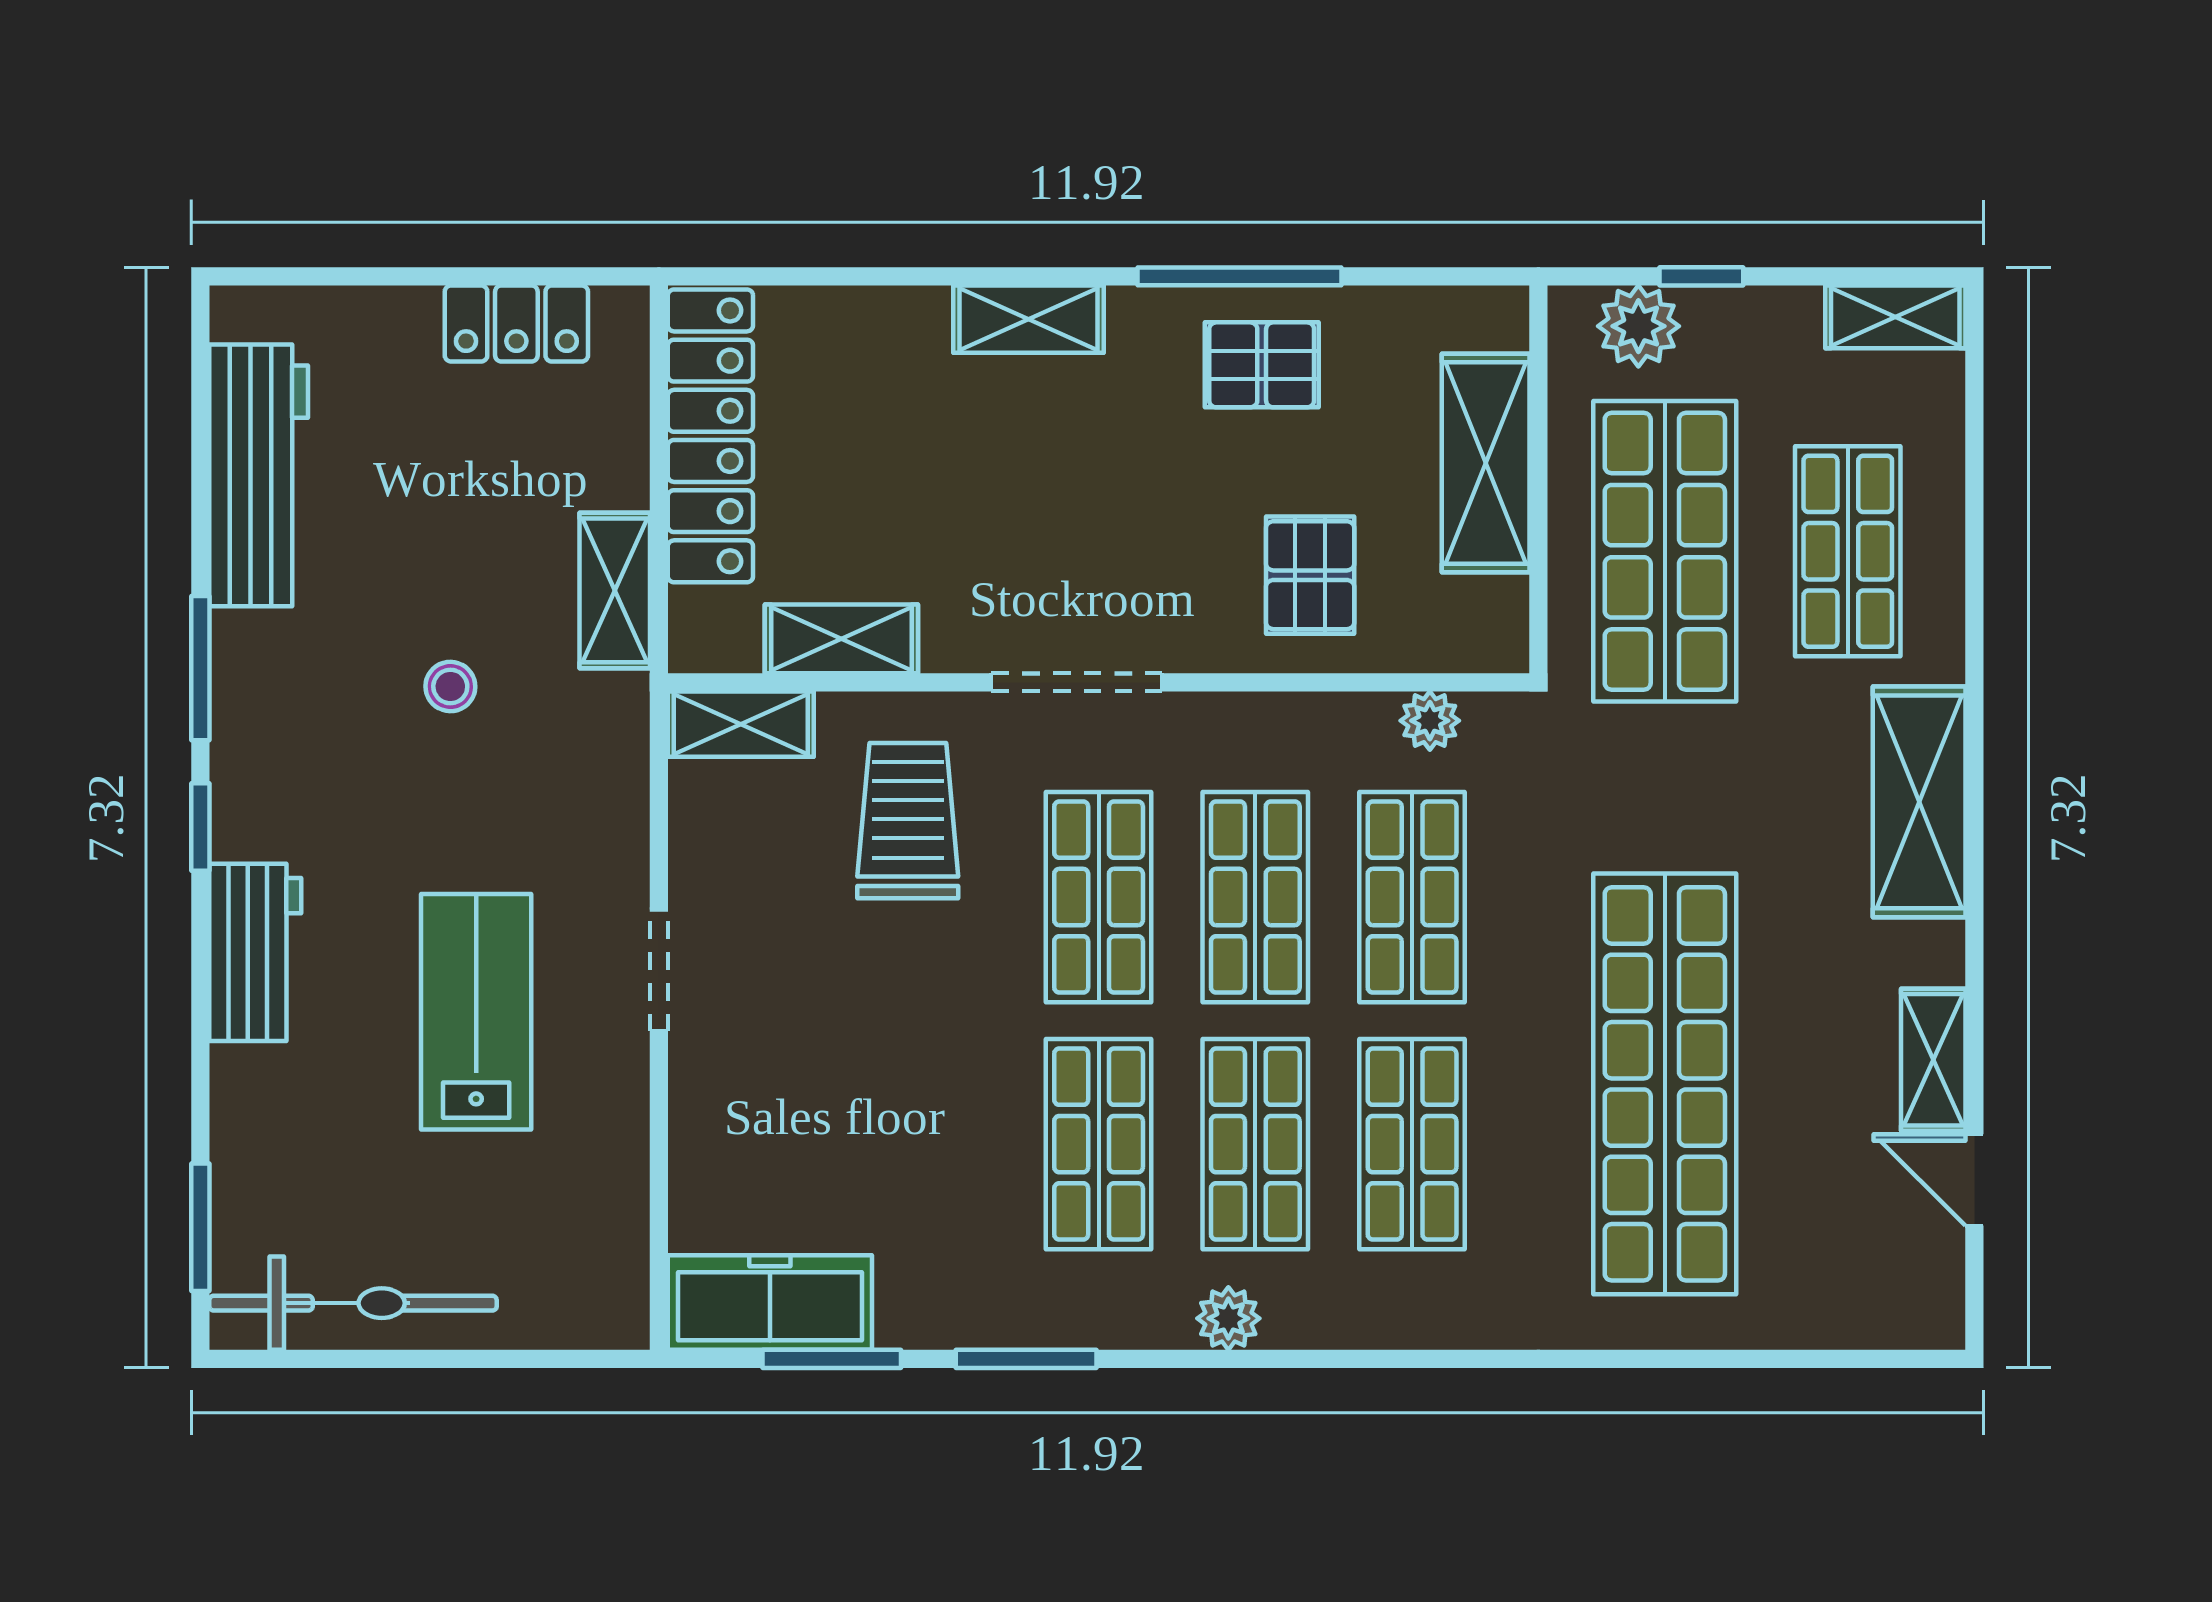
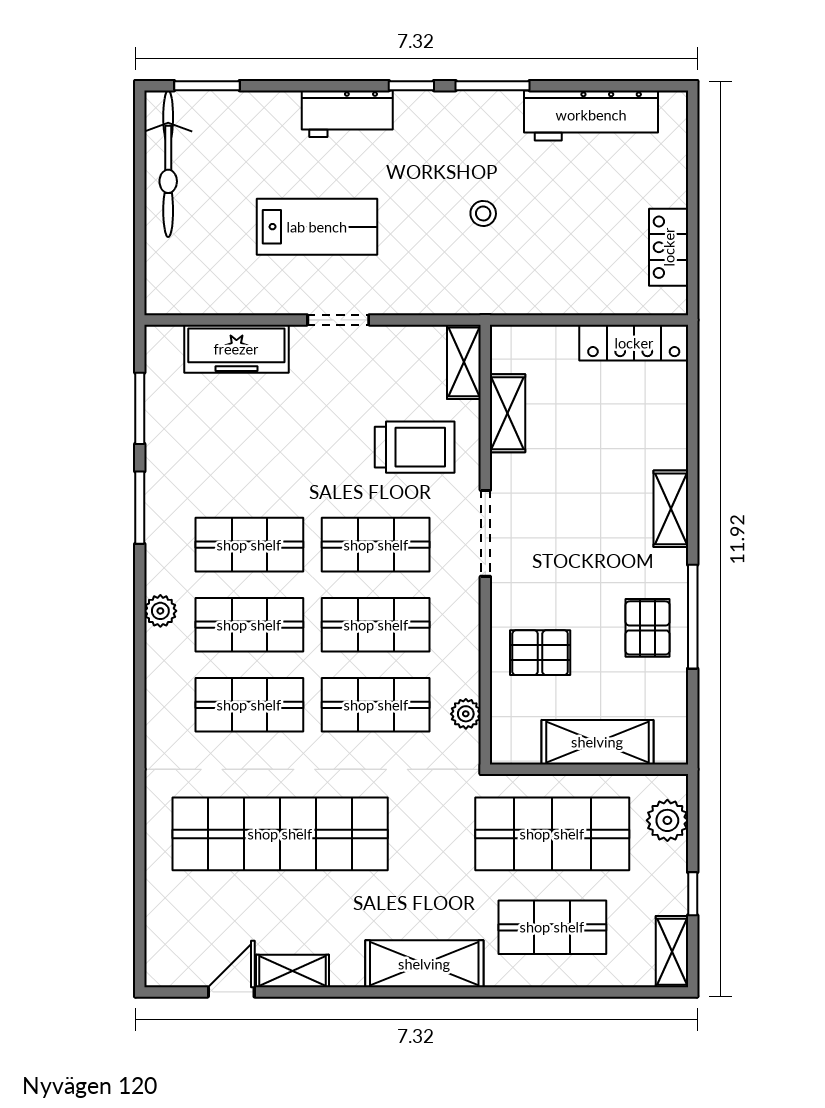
window: (1701, 276) -> (693, 894), moved
locker: (710, 436) -> (634, 343), width x0.71, depth x0.83
shelving: (615, 590) -> (532, 297), removed
freezer: (770, 1302) -> (236, 349), moved, turned 90

